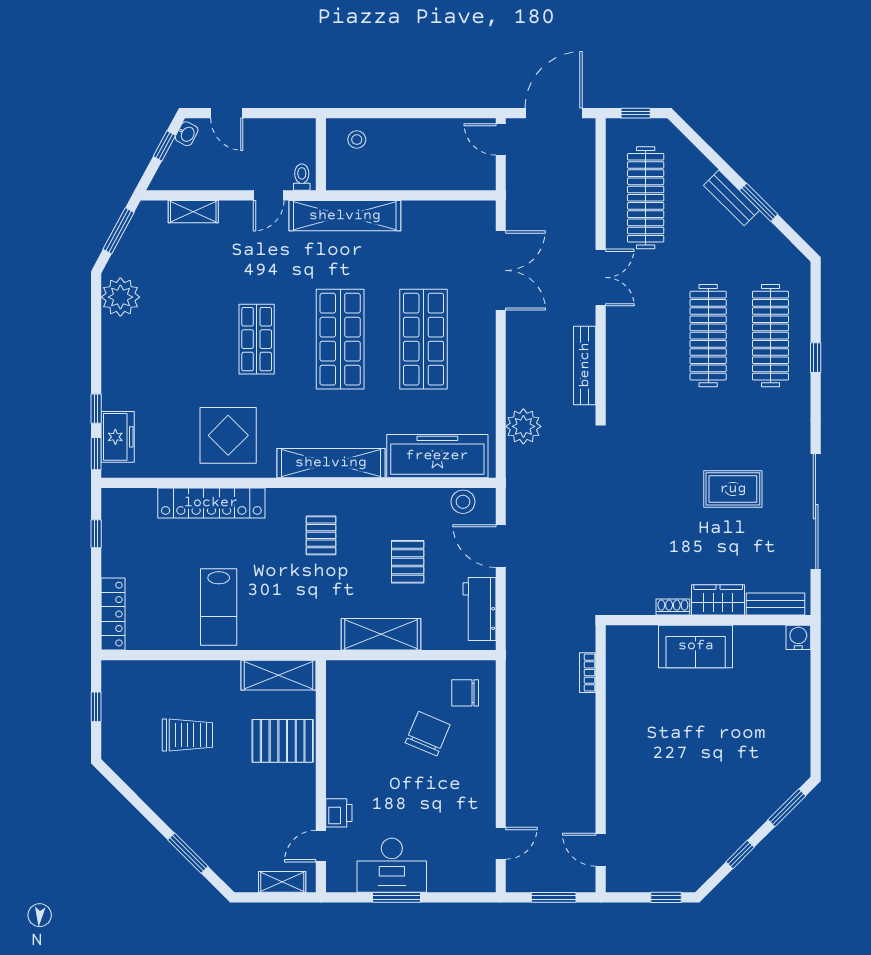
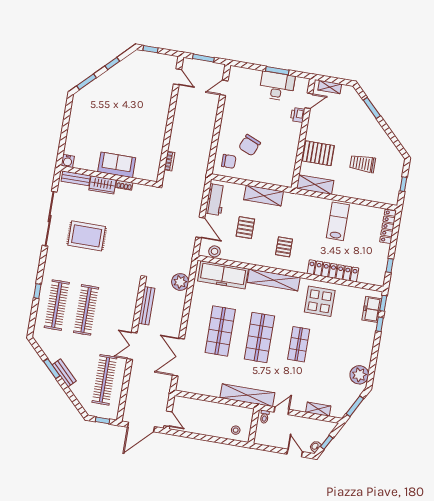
rug: (733, 489) -> (87, 236), width x1.36, depth x1.43

